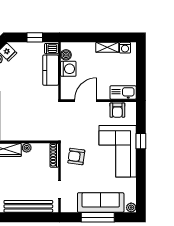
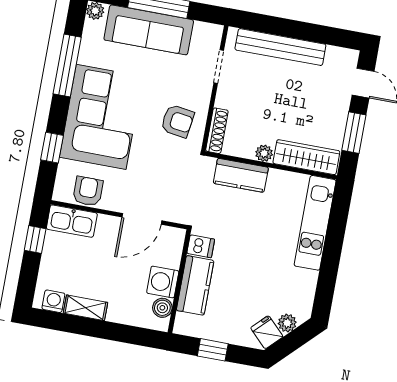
dishwasher: (51, 49) -> (201, 246), moved
window: (141, 79) -> (35, 240), added
kitchen counter: (37, 134) -> (241, 175), added
window: (141, 141) -> (52, 148), moved
window: (141, 175) -> (67, 65), added

